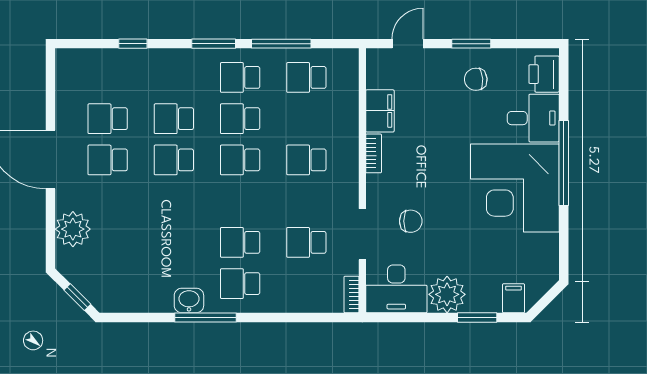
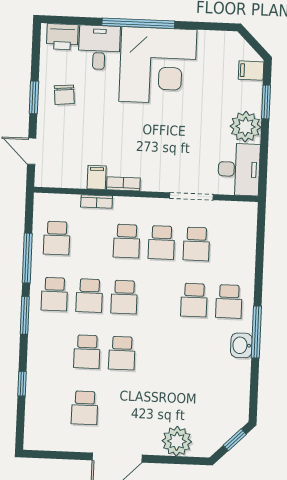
filing cabinet: (380, 111) -> (97, 177), width x0.50
school desk: (108, 160) -> (161, 242), moved
chair: (411, 221) -> (182, 155), removed
bookcase: (351, 294) -> (97, 201), moved

